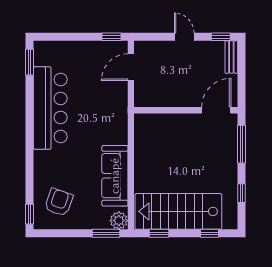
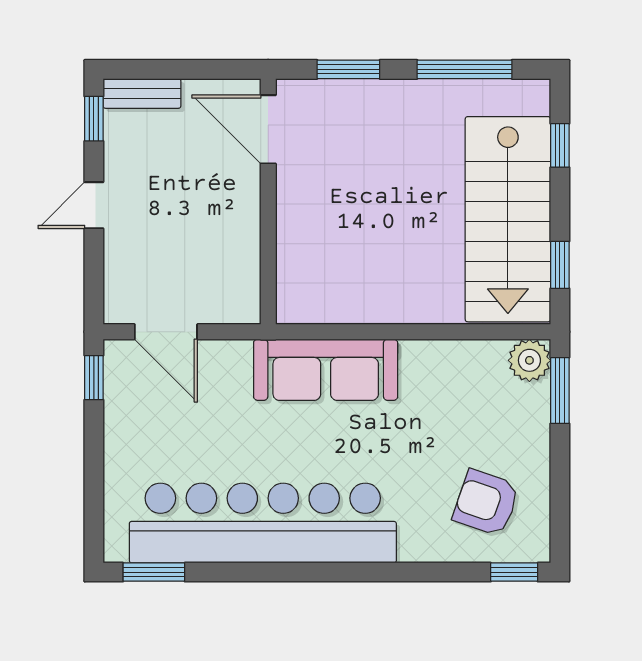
bar counter: (50, 108) -> (263, 523), width x1.36
window: (242, 144) -> (348, 69), width x0.69
sofa: (115, 176) -> (326, 370), moved
window: (242, 193) -> (465, 69), width x2.17

